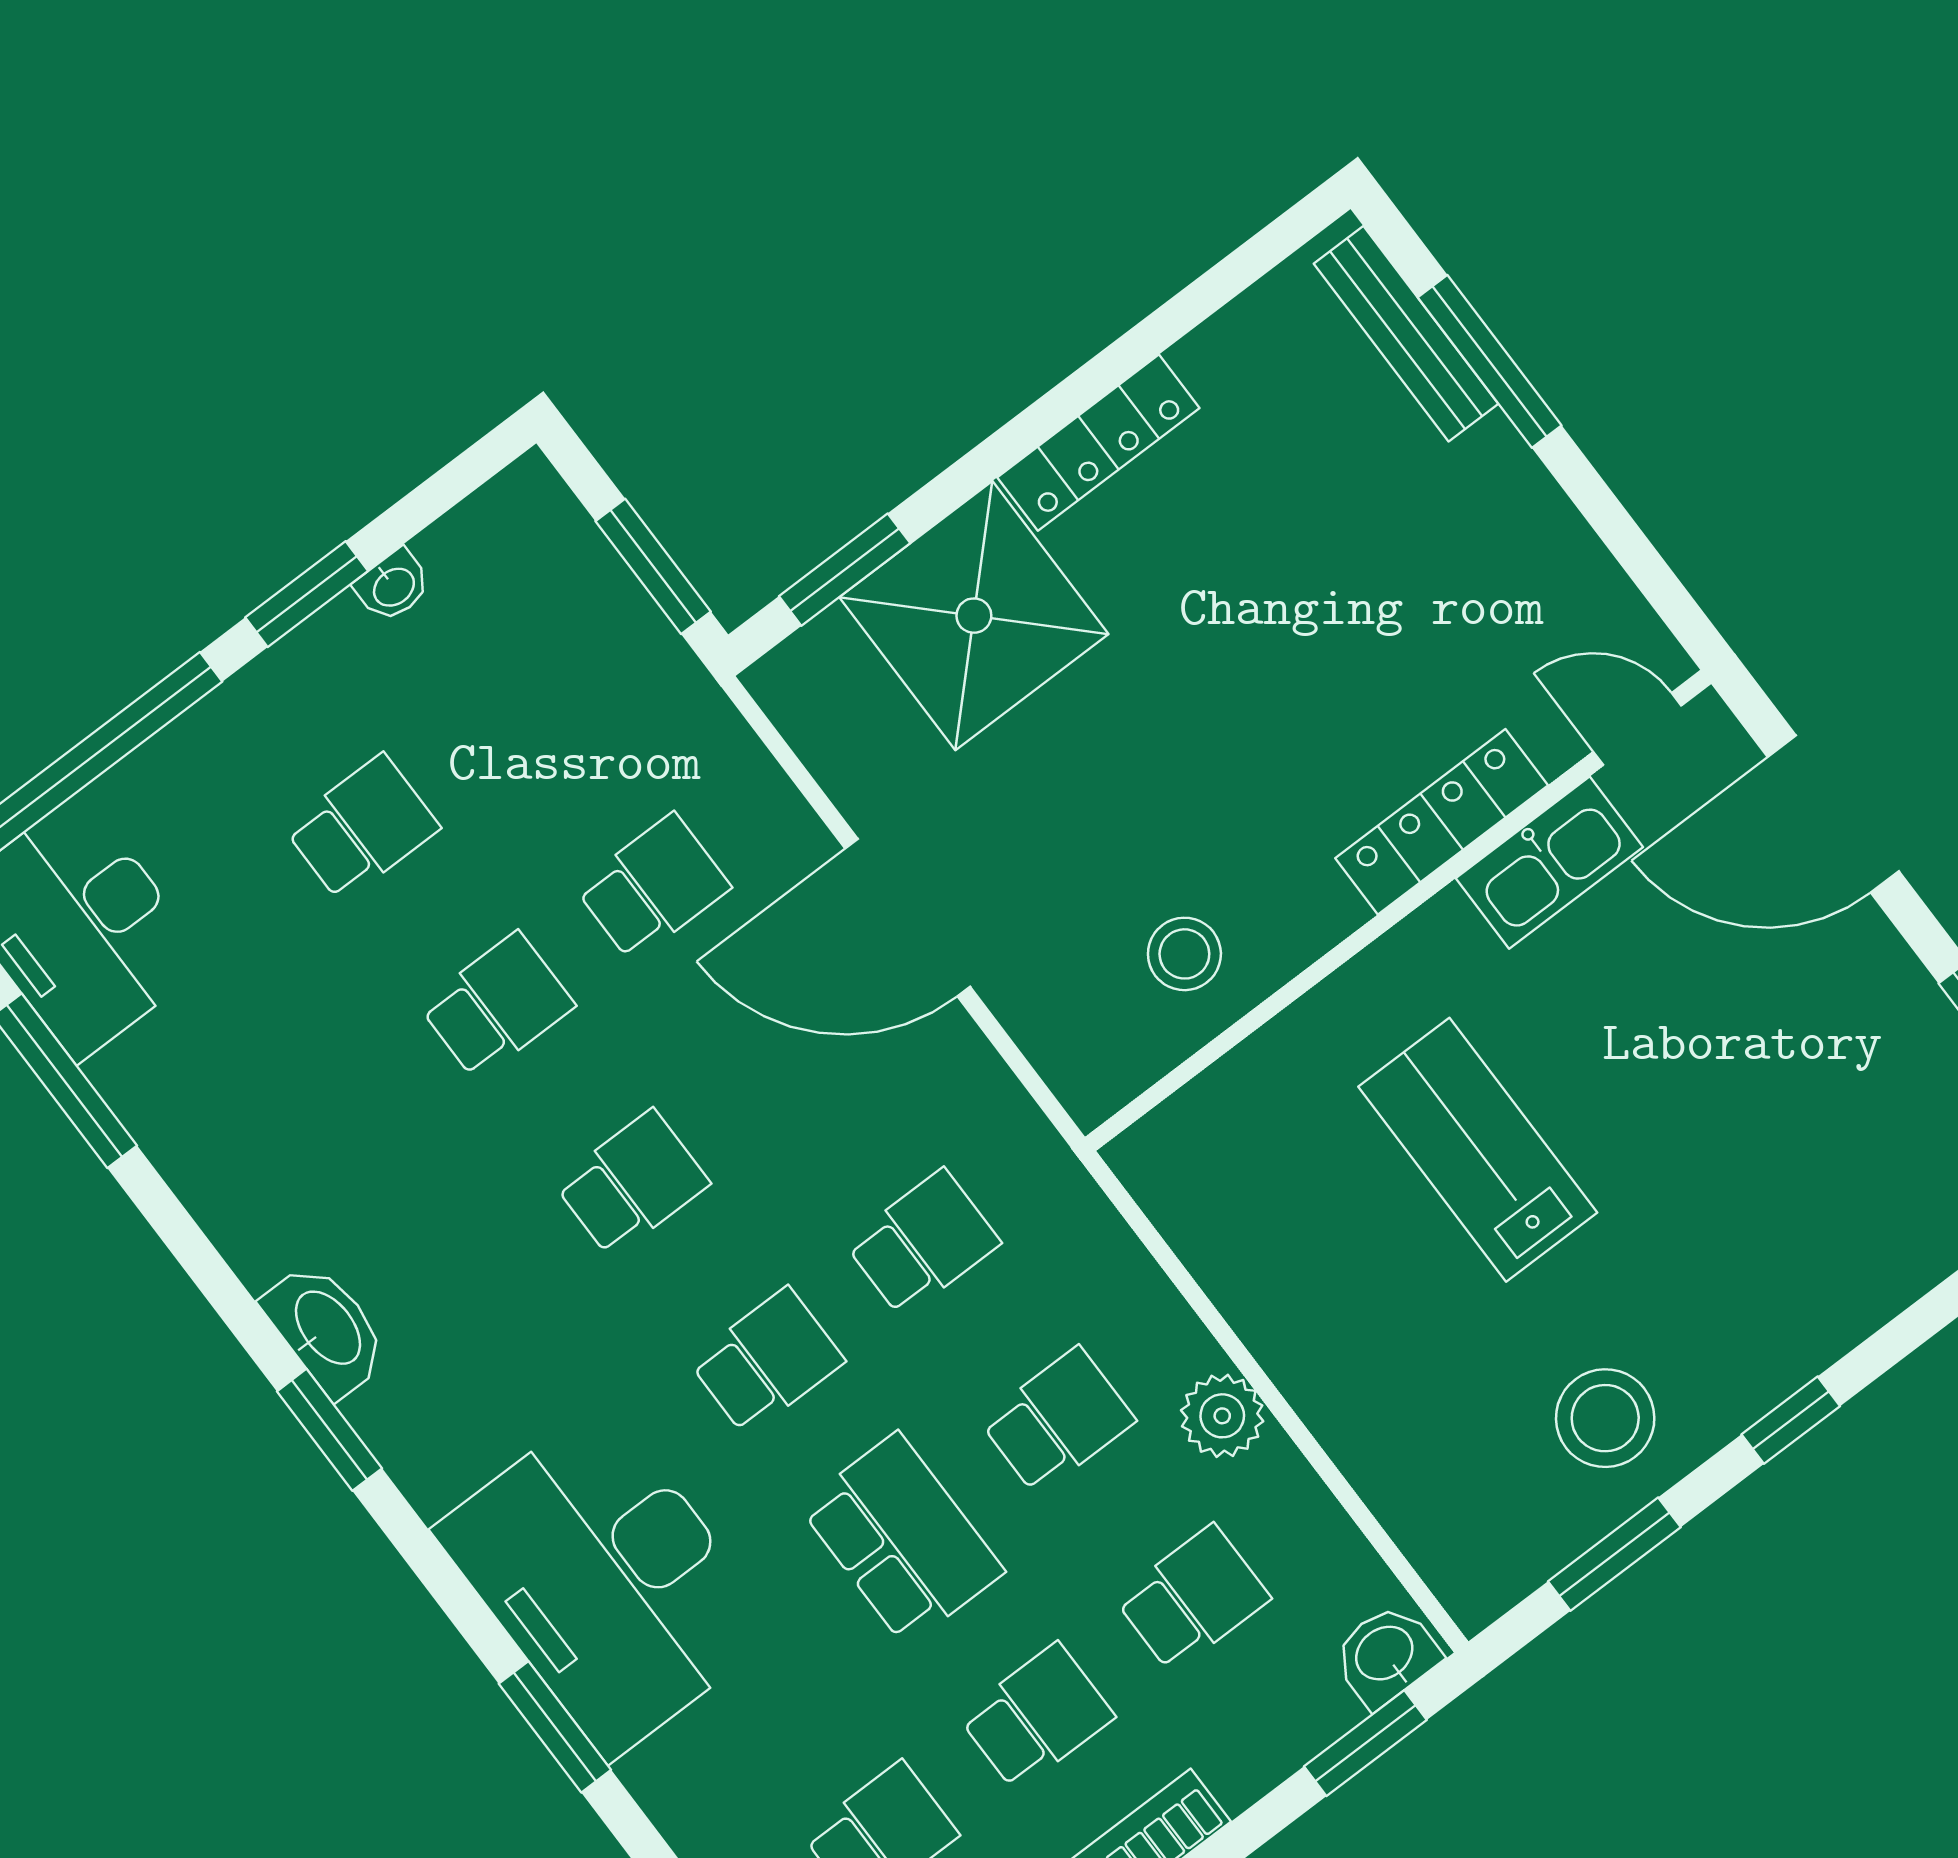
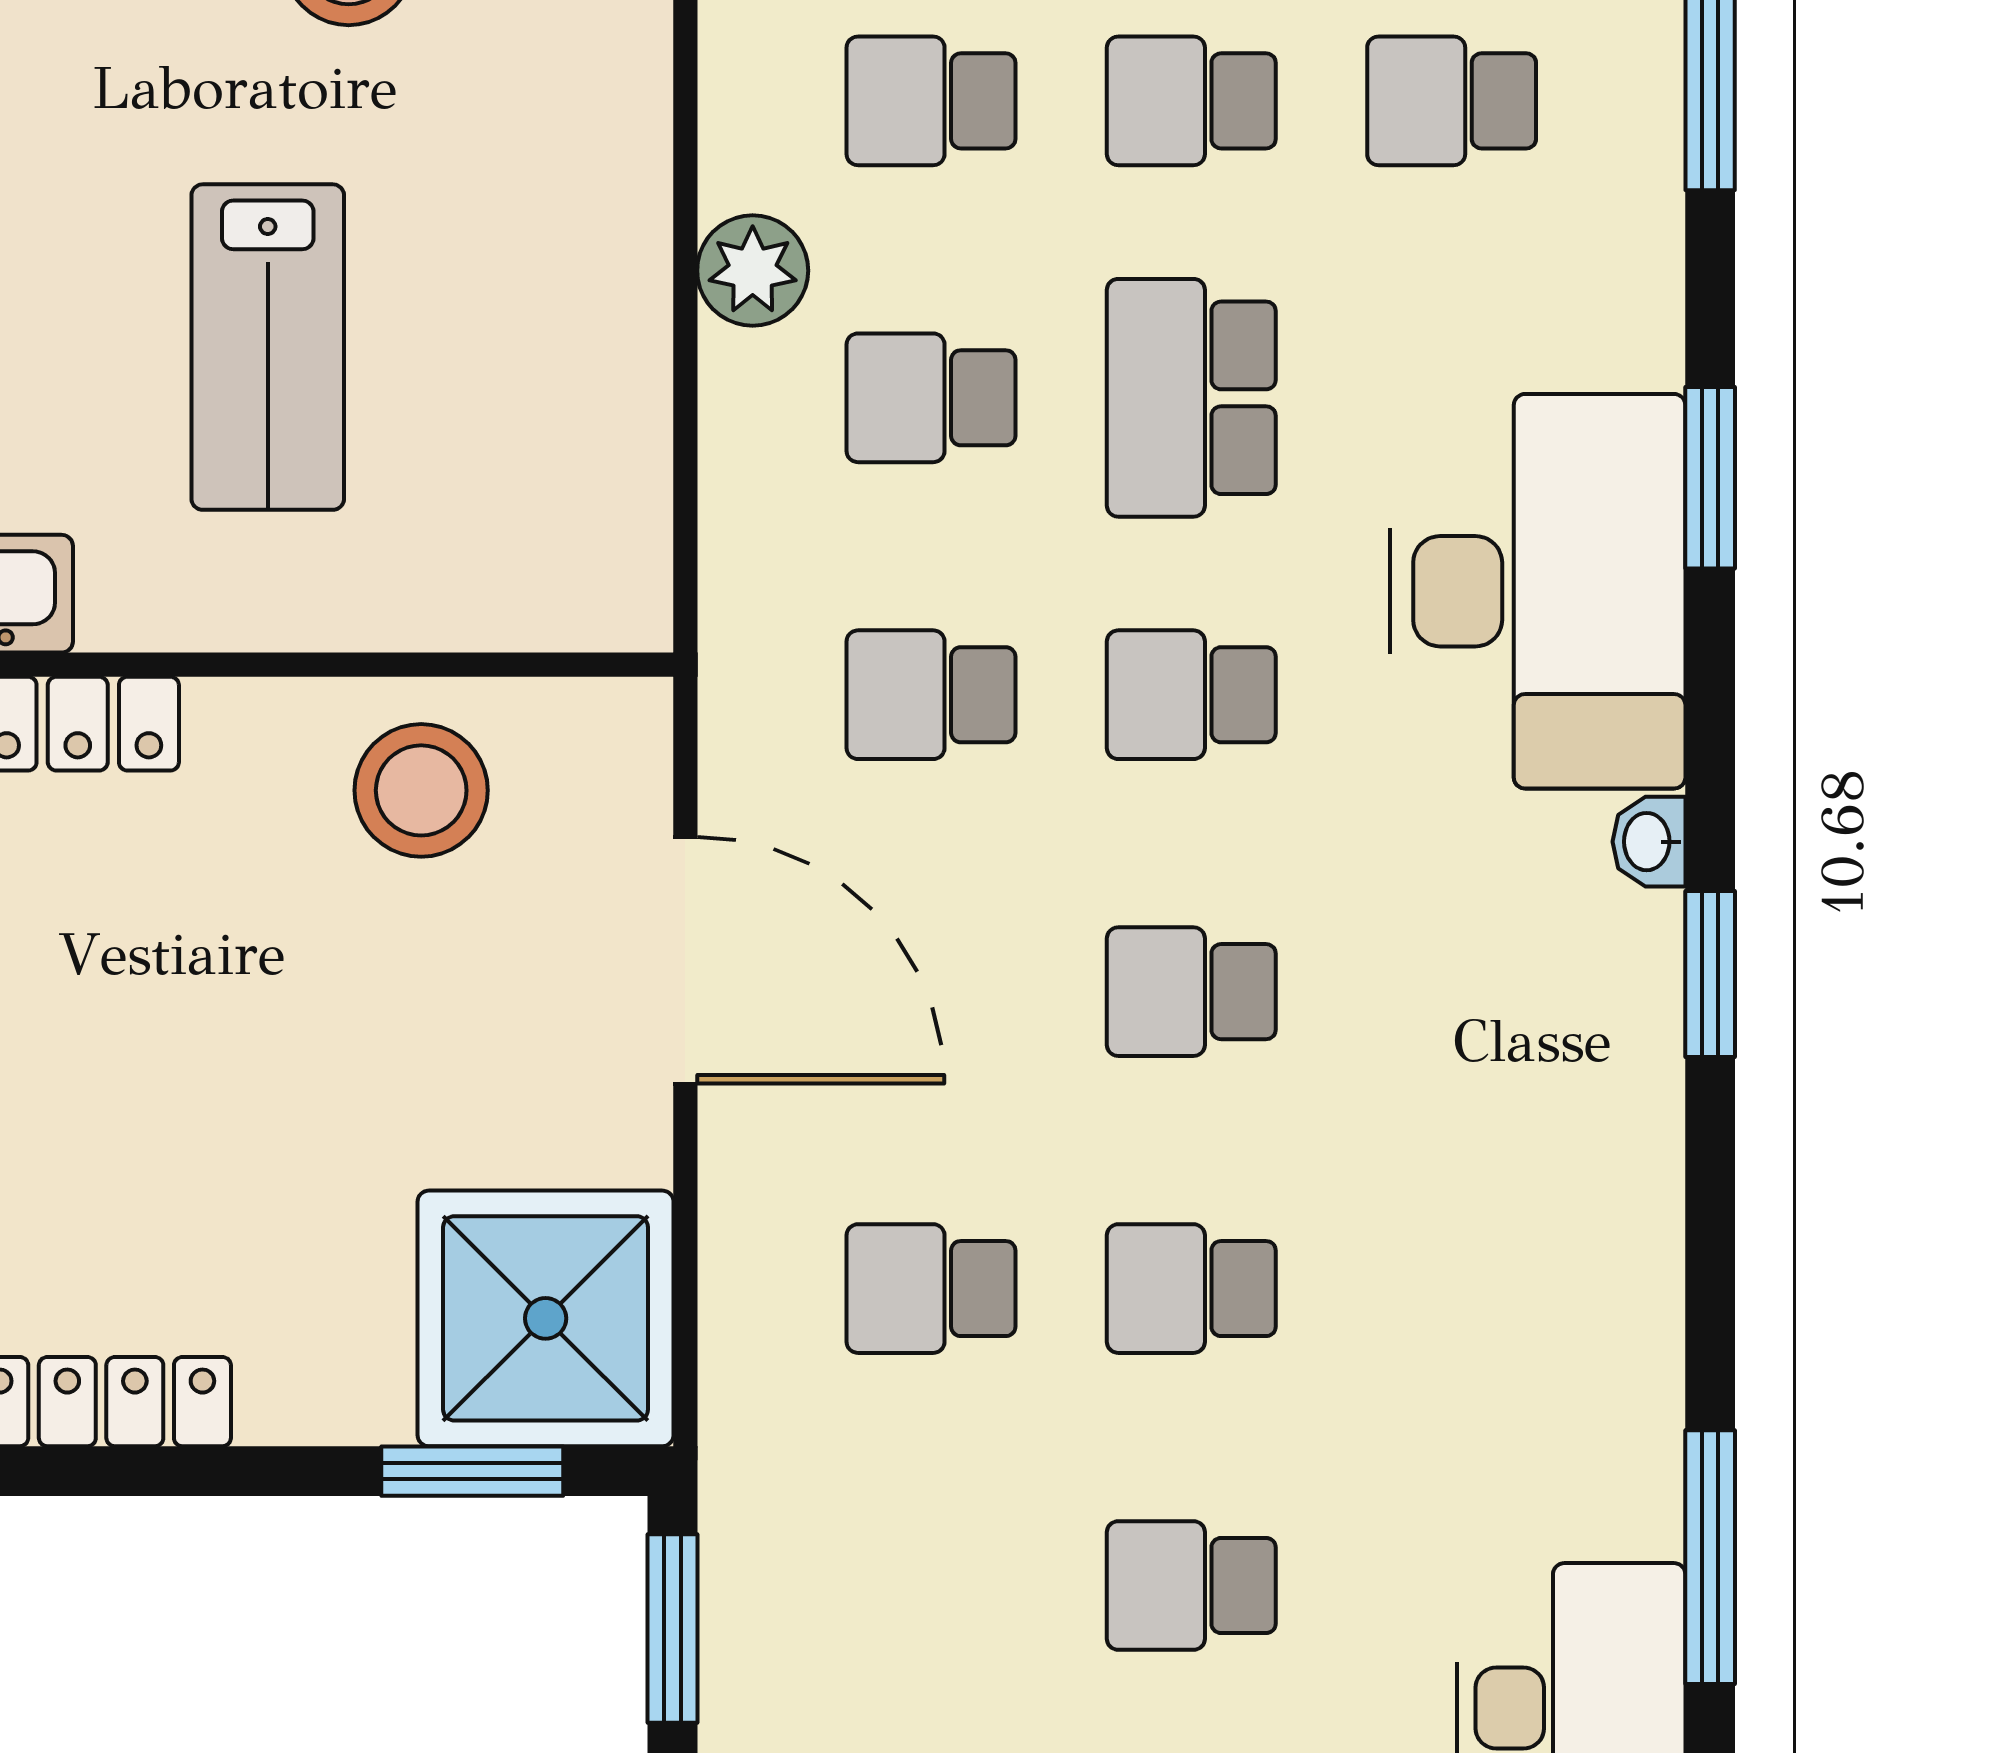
shower: (974, 616) -> (546, 1318), moved
door: (908, 918) -> (685, 960), moved
stool: (1184, 954) -> (421, 790), width x1.38, depth x1.38
washbasin: (326, 1329) -> (1649, 842), moved, width x0.52, depth x0.69

